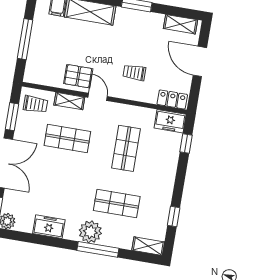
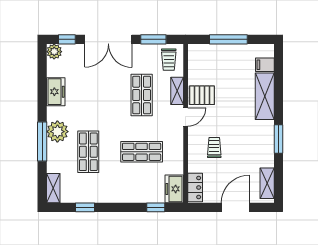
pallet: (78, 76) -> (202, 95), turned 90

